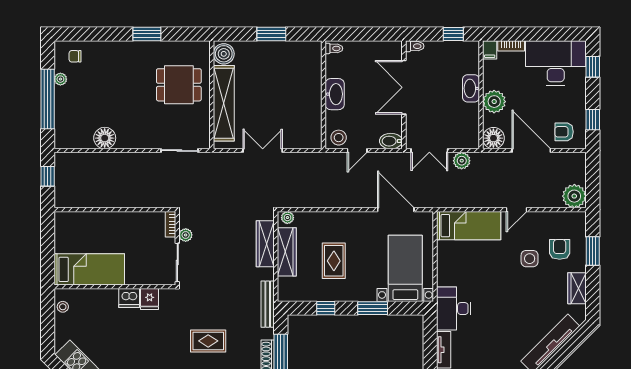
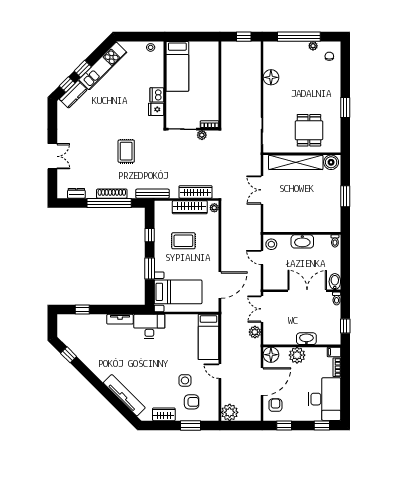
bidet: (391, 141) -> (335, 282), moved
double door: (263, 151) -> (262, 190), swing flipped

